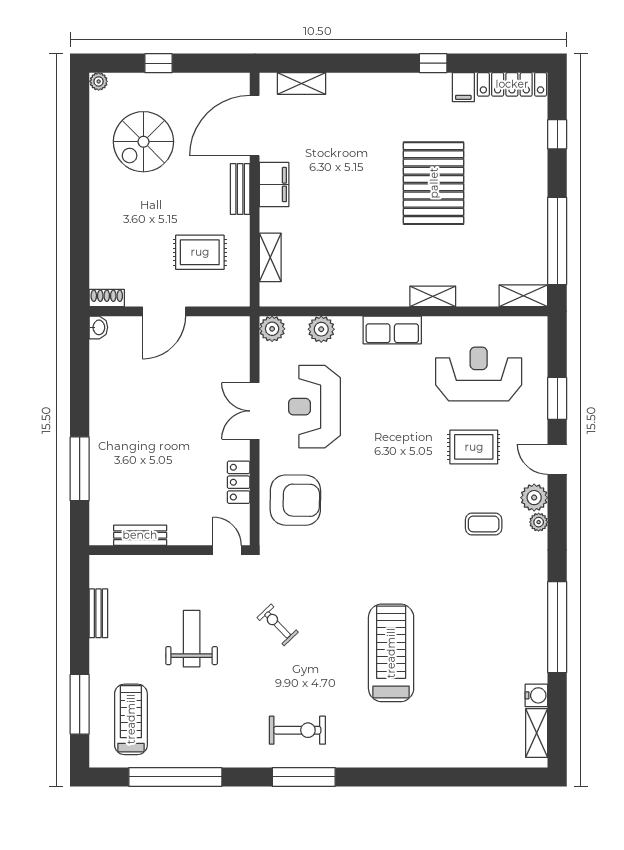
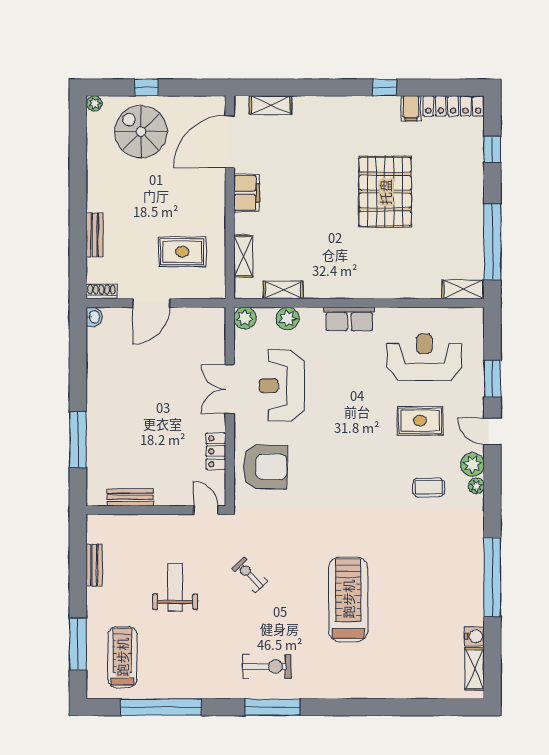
spiral stairs: (143, 142) -> (141, 132), moved, turned 90
bench: (240, 189) -> (95, 235), moved
shelving: (433, 296) -> (283, 290), moved

